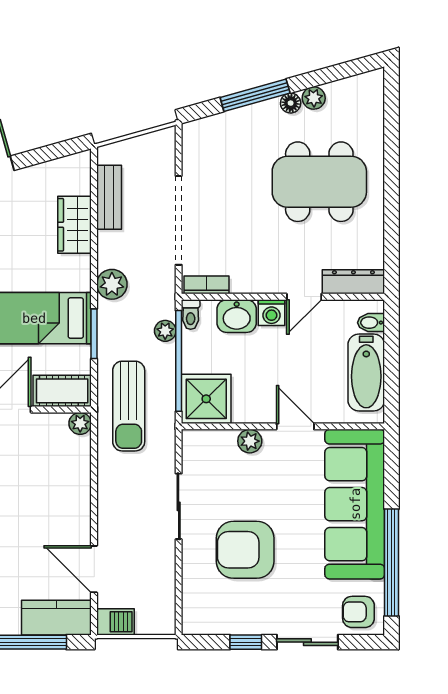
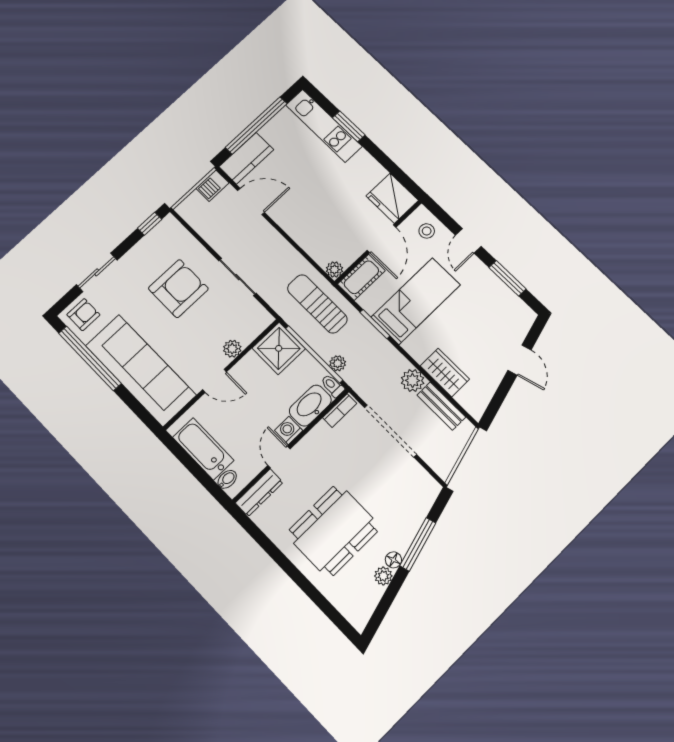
plant: (112, 284) -> (413, 381), moved
washbasin: (237, 316) -> (310, 406), width x1.38
window: (246, 642) -> (150, 224), moved

